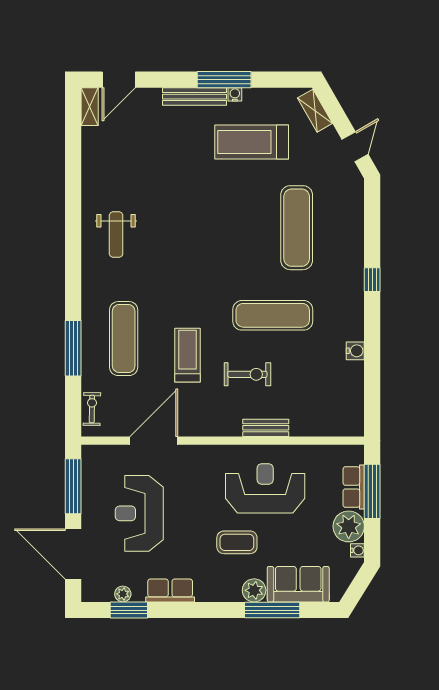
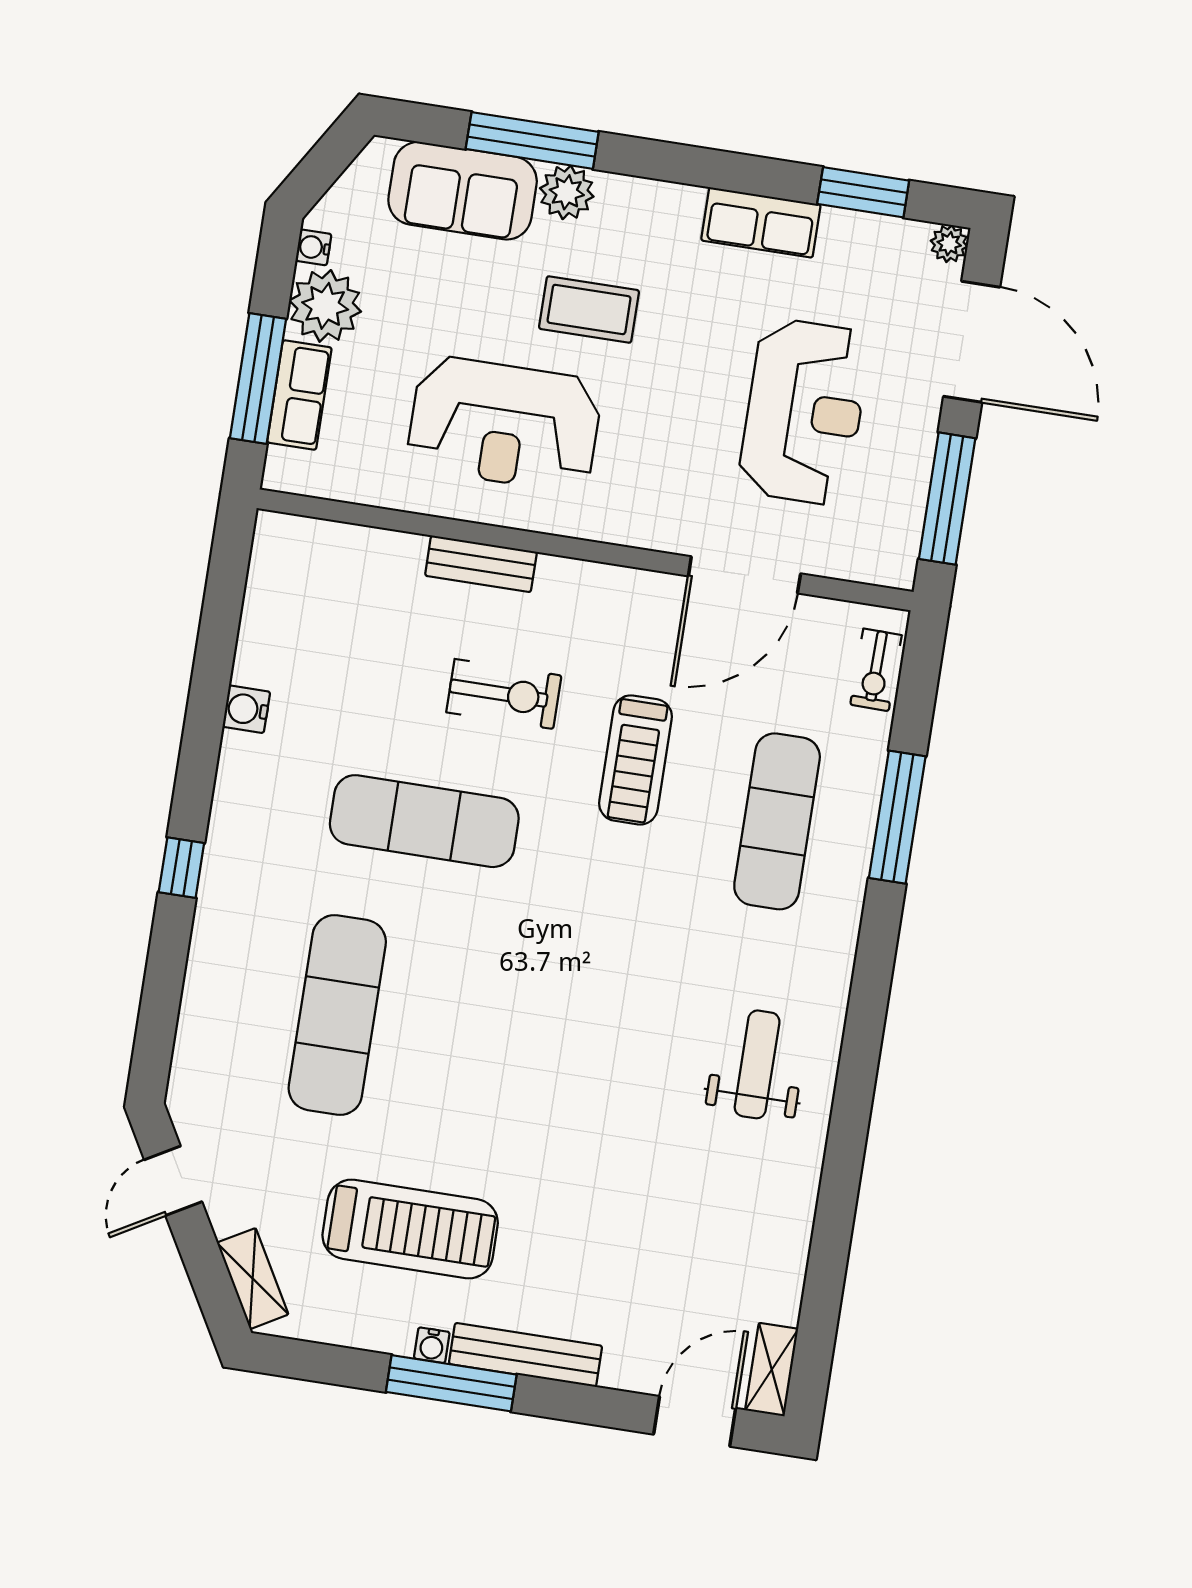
exercise bike: (247, 374) -> (504, 694), turned 180
plant: (123, 594) -> (949, 244), moved

